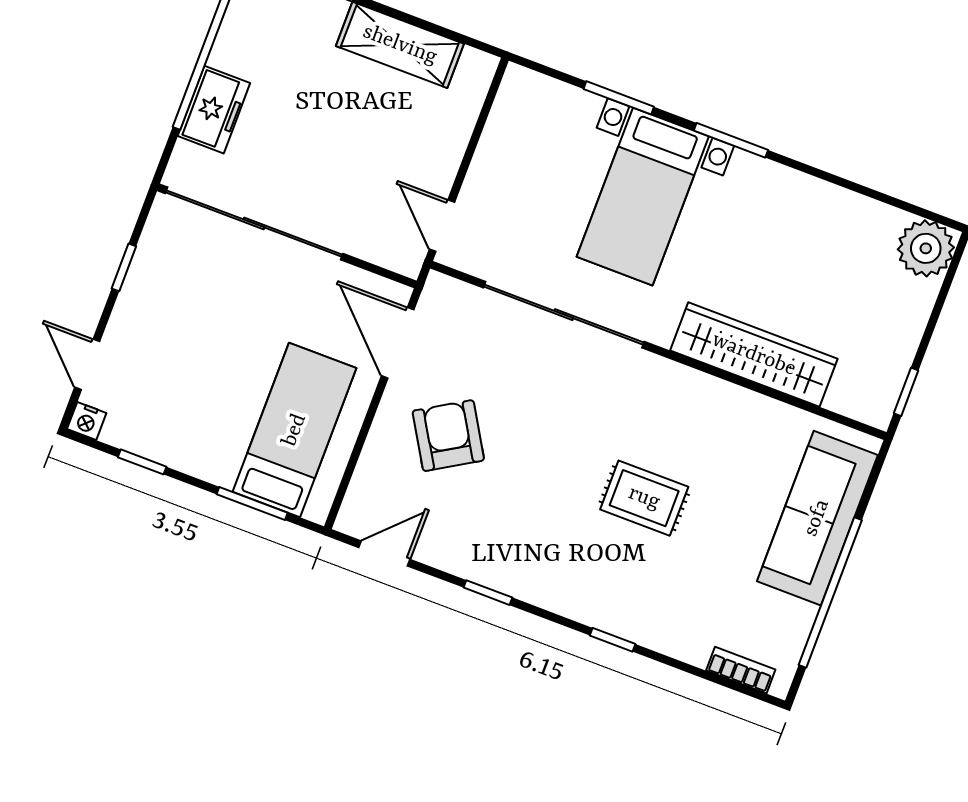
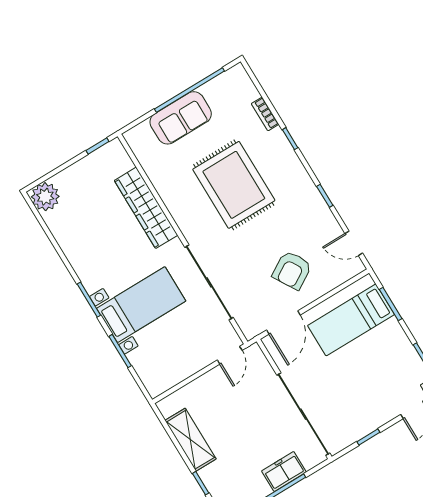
rug: (644, 498) -> (234, 185), width x1.86, depth x2.06
sofa: (817, 518) -> (181, 118), width x0.73
bookcase: (741, 670) -> (265, 114), moved

